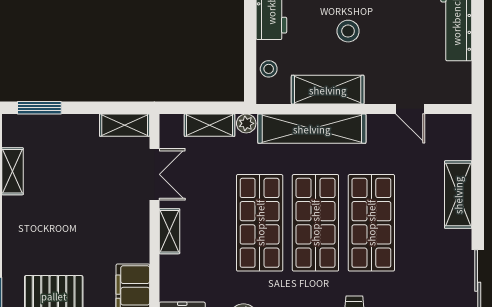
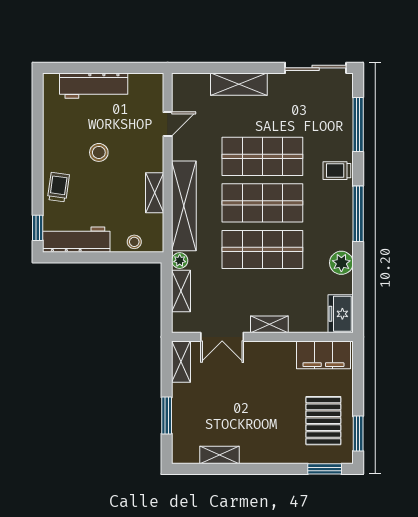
stool: (348, 31) -> (99, 152), moved
shelving: (328, 90) -> (155, 193), width x0.67, depth x0.75
window: (39, 108) -> (167, 416), moved
double door: (154, 174) -> (222, 337), swing flipped

